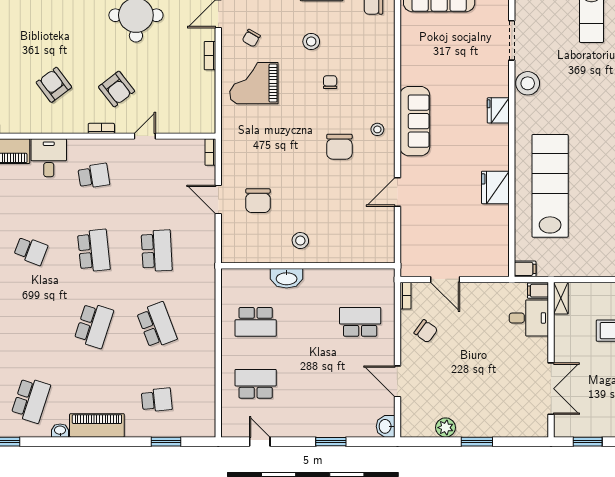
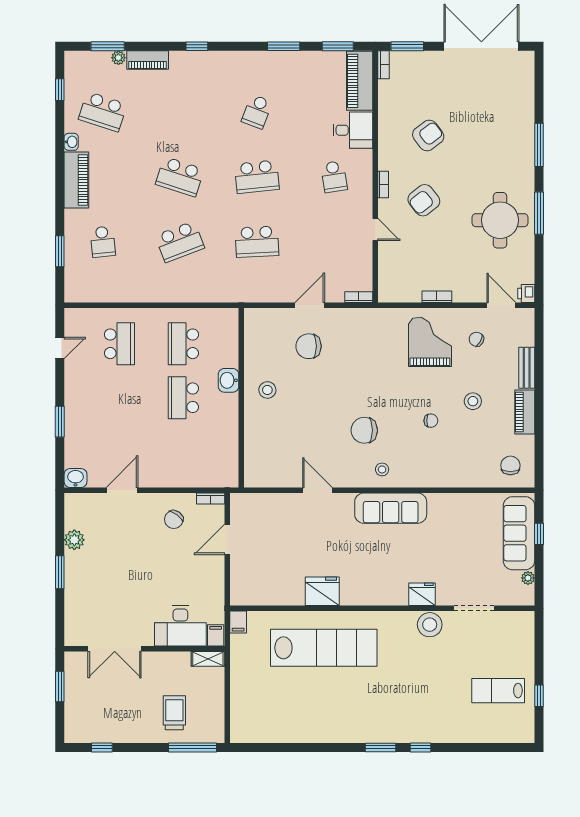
bookcase: (210, 56) -> (437, 297), moved
fridge: (498, 110) -> (422, 594), moved
washbasin: (287, 278) -> (228, 380), width x0.72
desk: (529, 318) -> (180, 626), width x1.37
school desk: (360, 322) -> (183, 398), moved, turned 180

